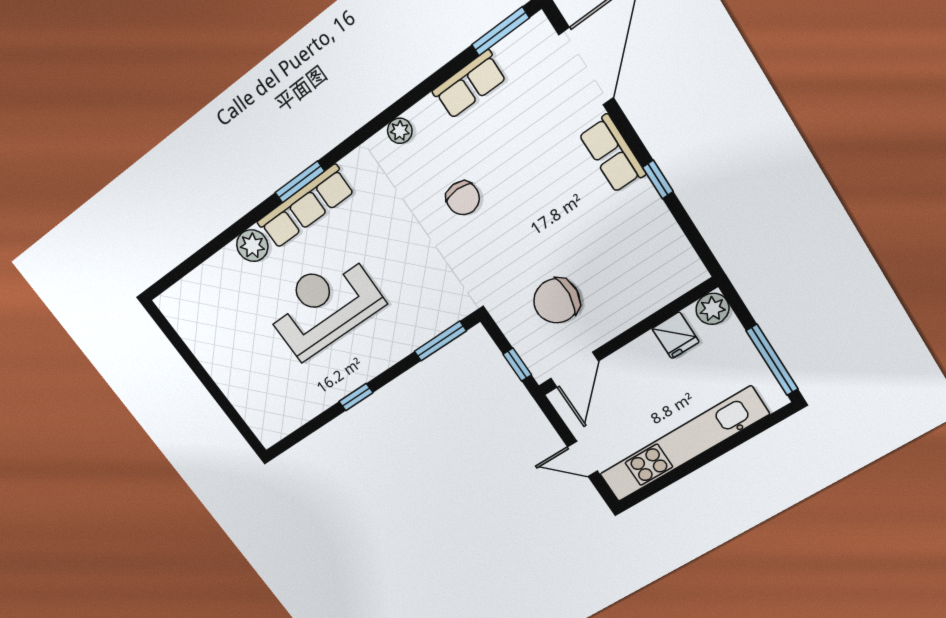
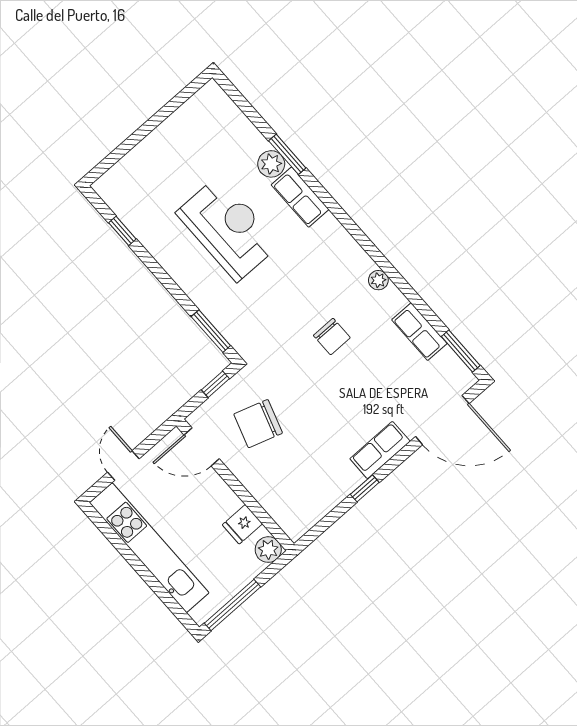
window: (300, 182) -> (287, 154), moved
chair: (463, 198) -> (332, 337), turned -90
row of seats: (306, 207) -> (300, 197), width x0.68
chair: (557, 301) -> (258, 424), turned -77
window: (517, 365) -> (215, 384), moved
window: (356, 397) -> (122, 231), moved

